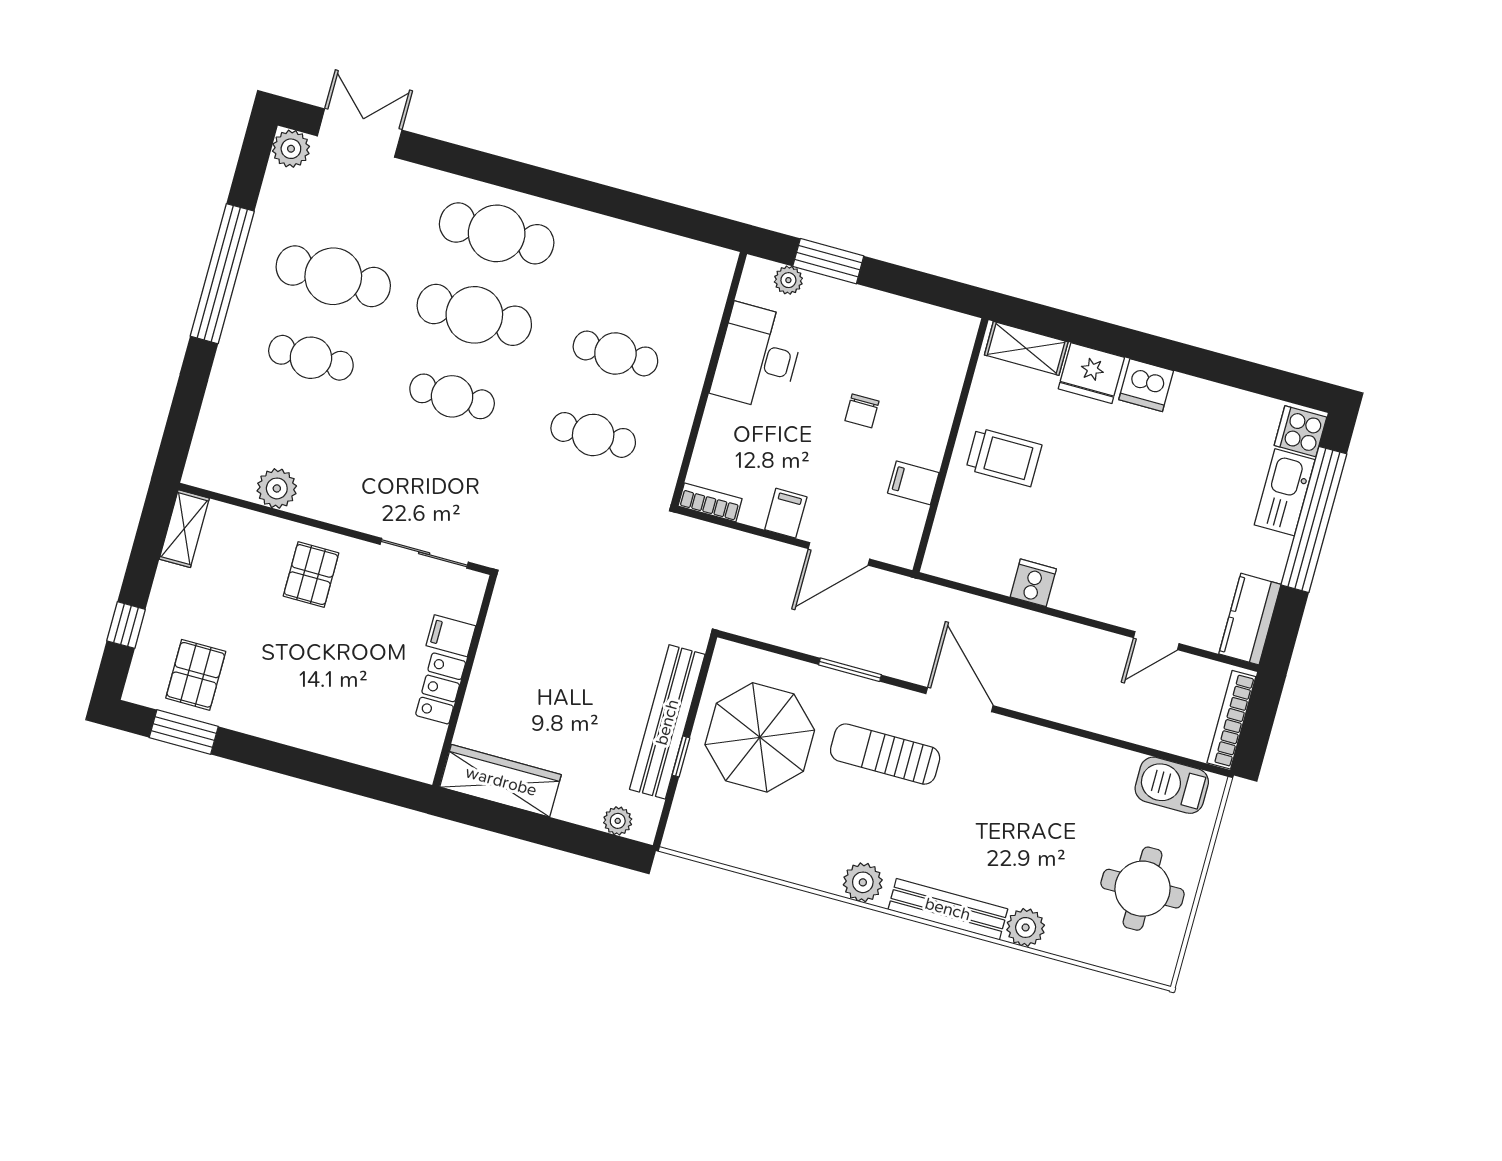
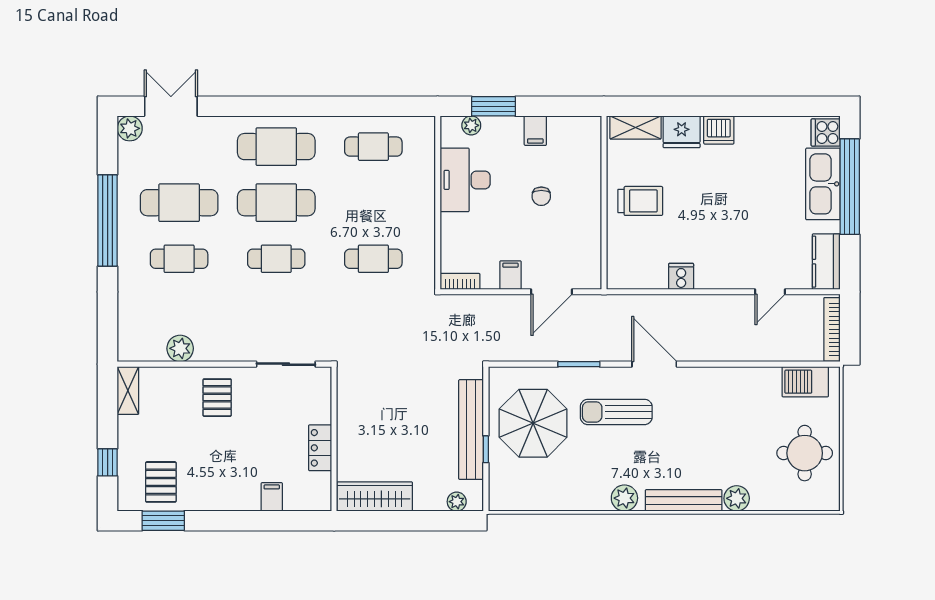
cafe table: (615, 353) -> (373, 147), moved
filing cabinet: (913, 483) -> (535, 131), moved, turned -90
kitchen sink: (1285, 492) -> (823, 184), width x1.36, depth x1.24
filing cabinet: (451, 636) -> (272, 497), moved, turned 90

